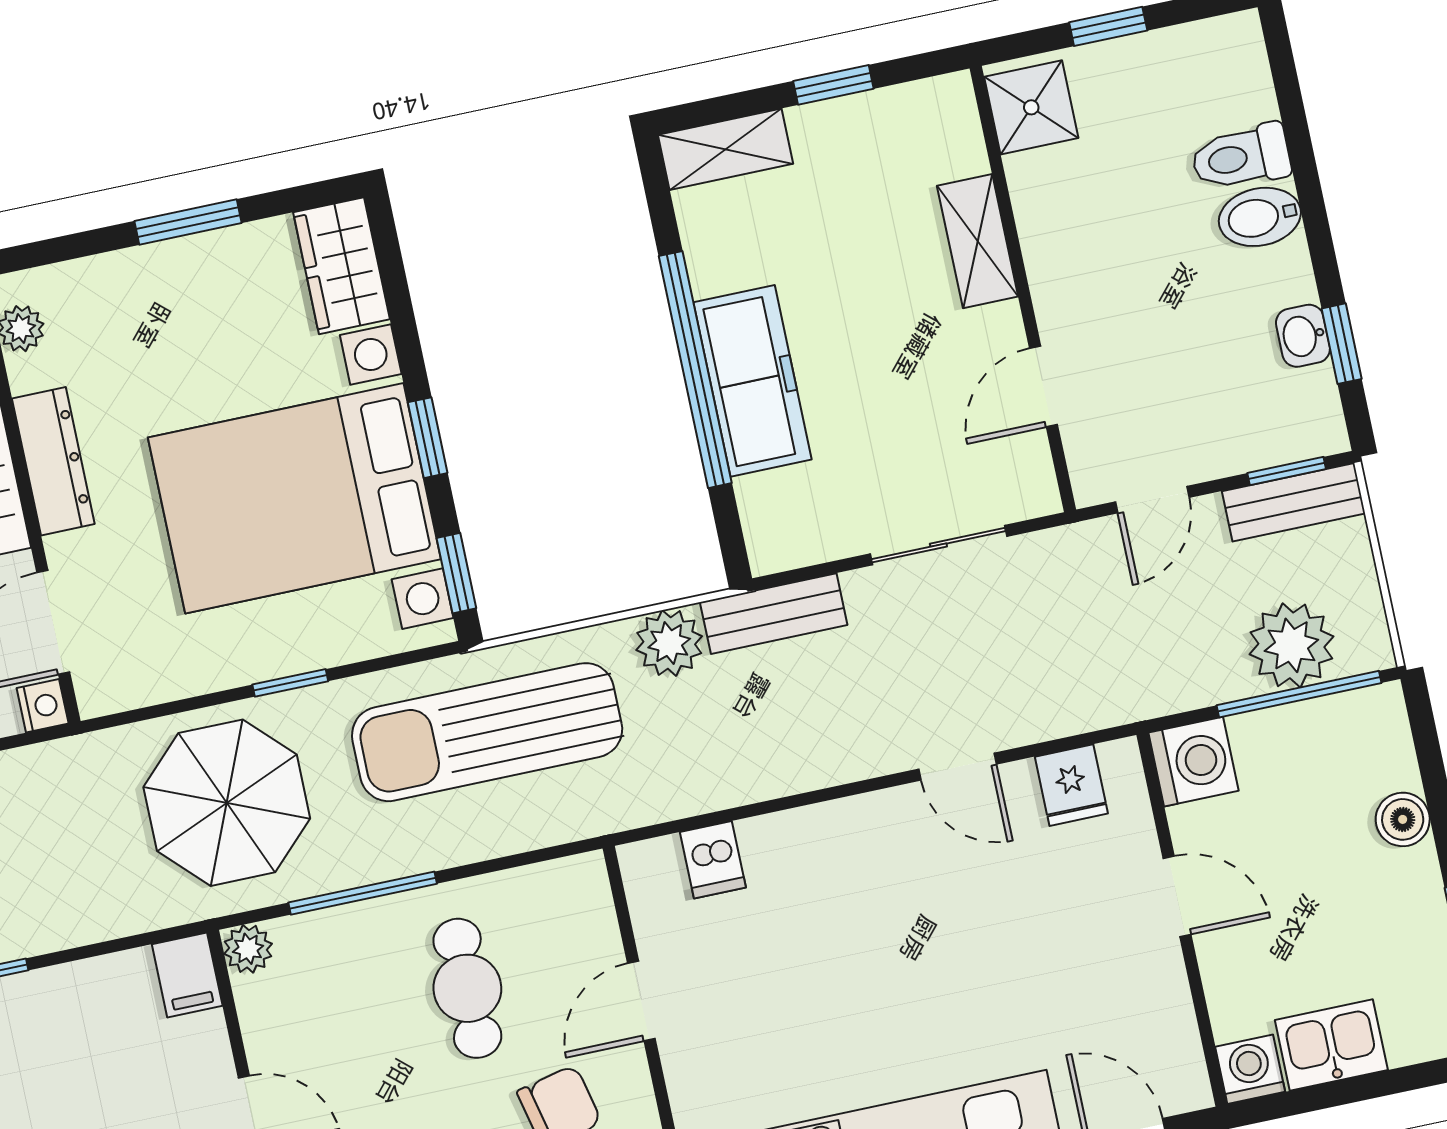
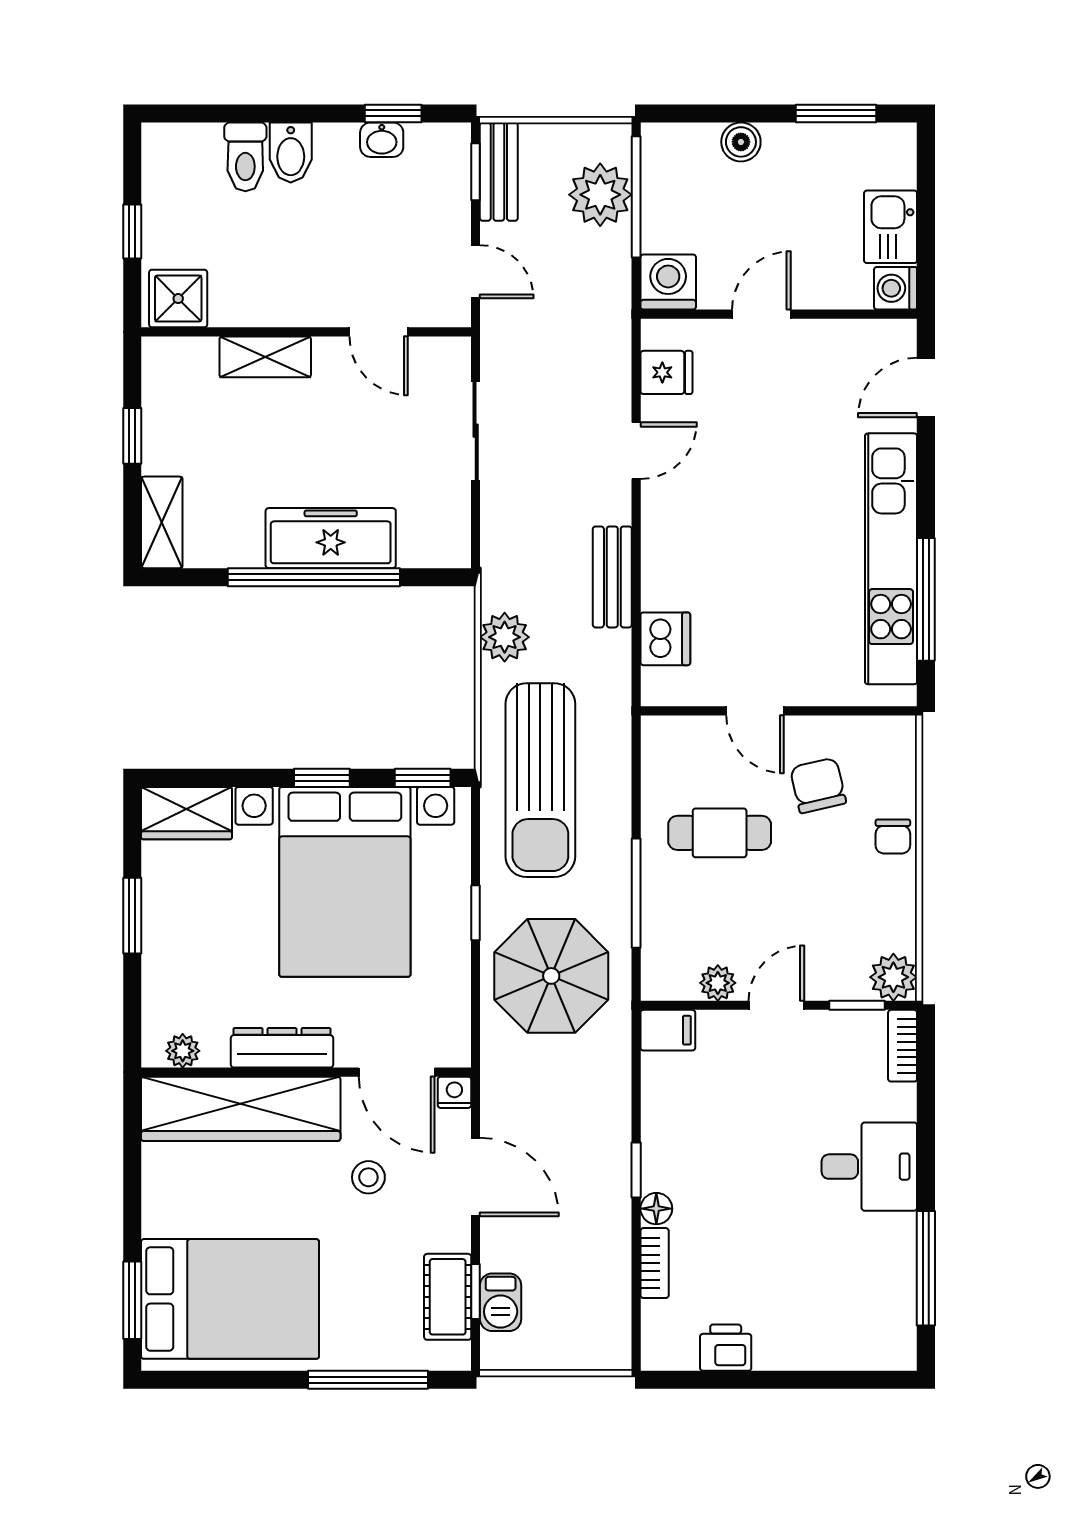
bench: (774, 614) -> (612, 577), moved
dishwasher: (713, 860) -> (665, 639), width x1.38
plant: (248, 949) -> (718, 983), moved

